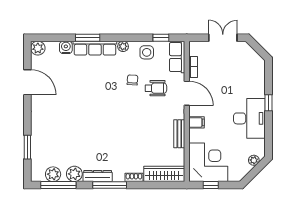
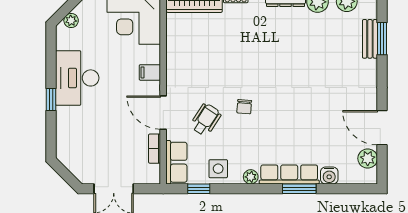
plant: (38, 48) -> (368, 158), moved
chair: (132, 80) -> (244, 107), moved
wheelchair: (156, 88) -> (206, 120), turned 123
bench: (179, 134) -> (370, 39), moved

